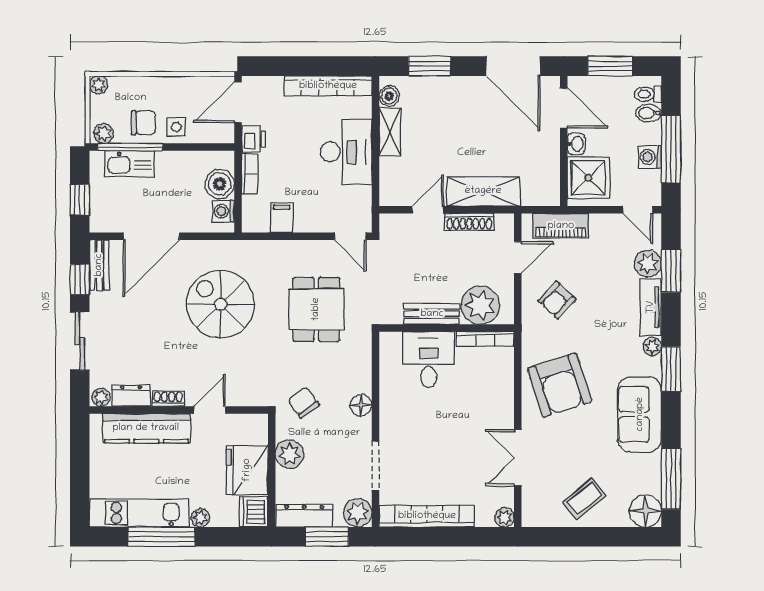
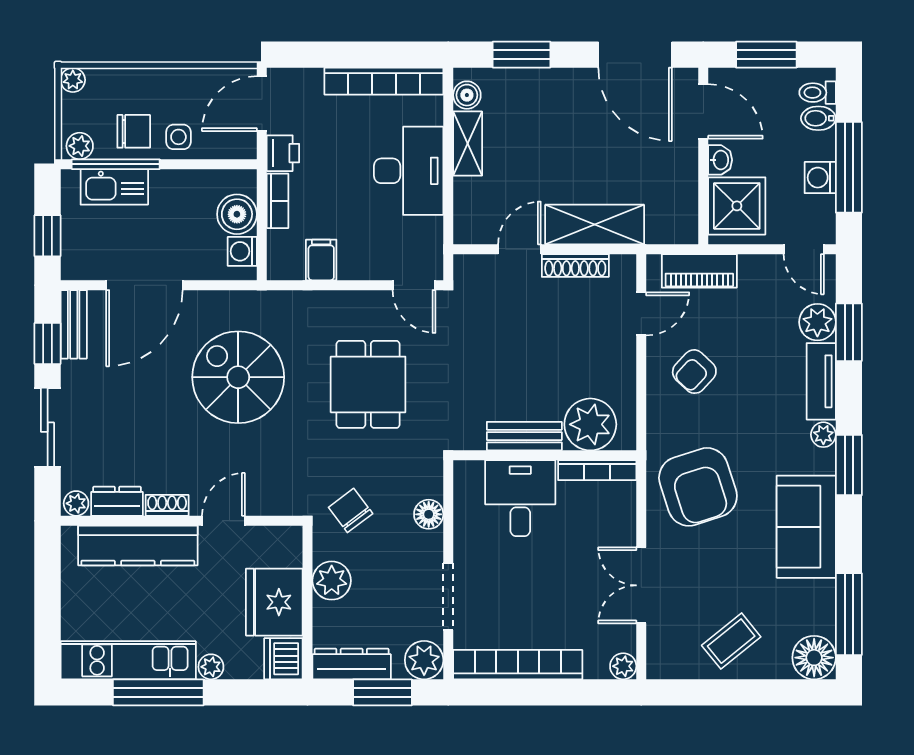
plant: (480, 305) -> (590, 424), moved
bench: (432, 314) -> (524, 436), moved
wall: (447, 328) -> (545, 455), moved
bookcase: (485, 339) -> (597, 470), moved
desk: (429, 360) -> (520, 498), moved

